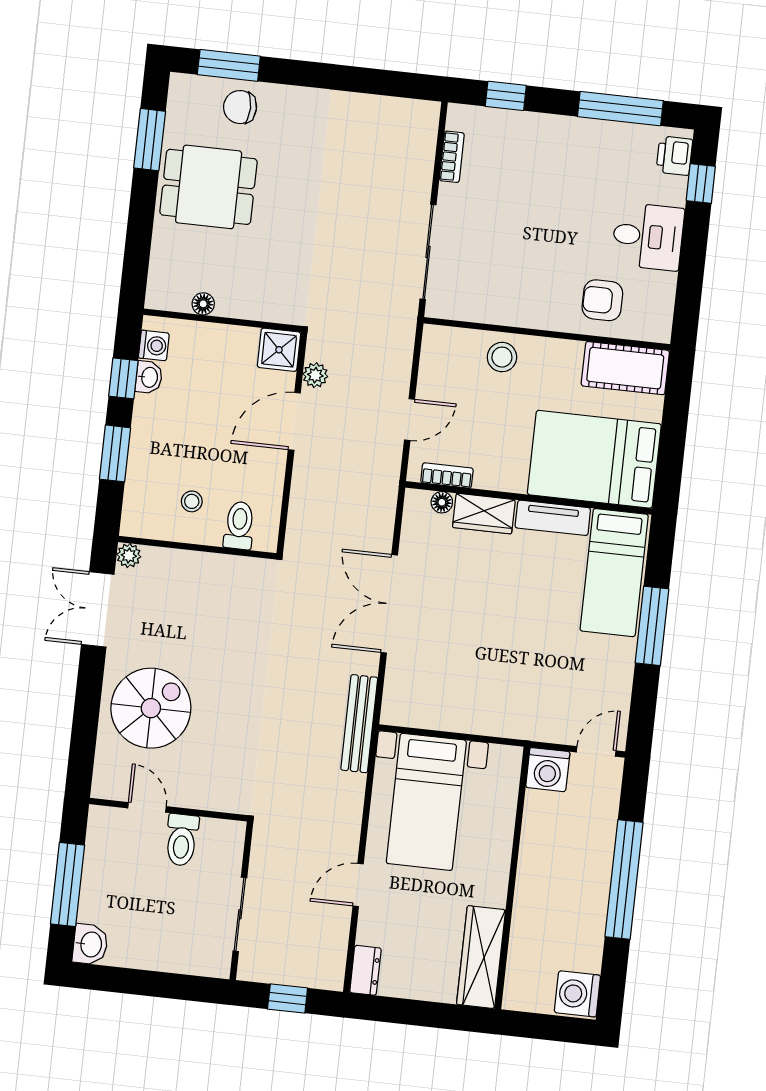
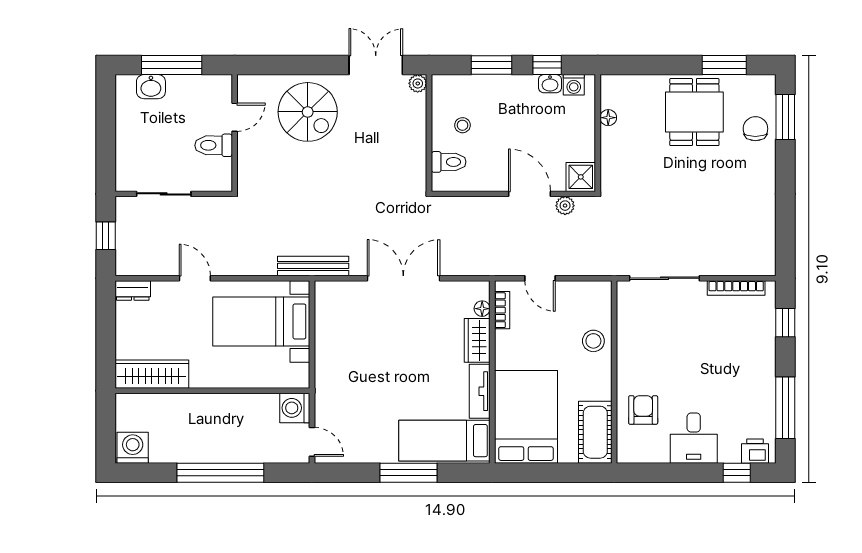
bookcase: (452, 157) -> (736, 288), width x1.56
washbasin: (90, 944) -> (151, 87), moved

